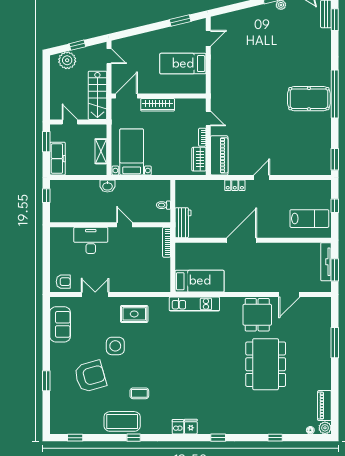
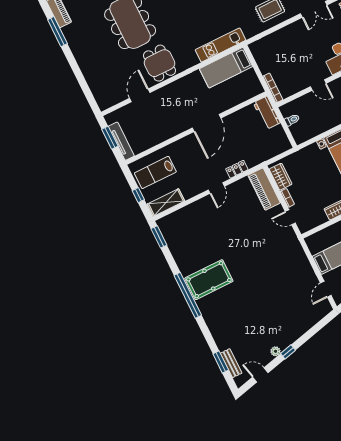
shelving: (313, 187) -> (166, 202), added
window: (335, 343) -> (57, 32), moved

